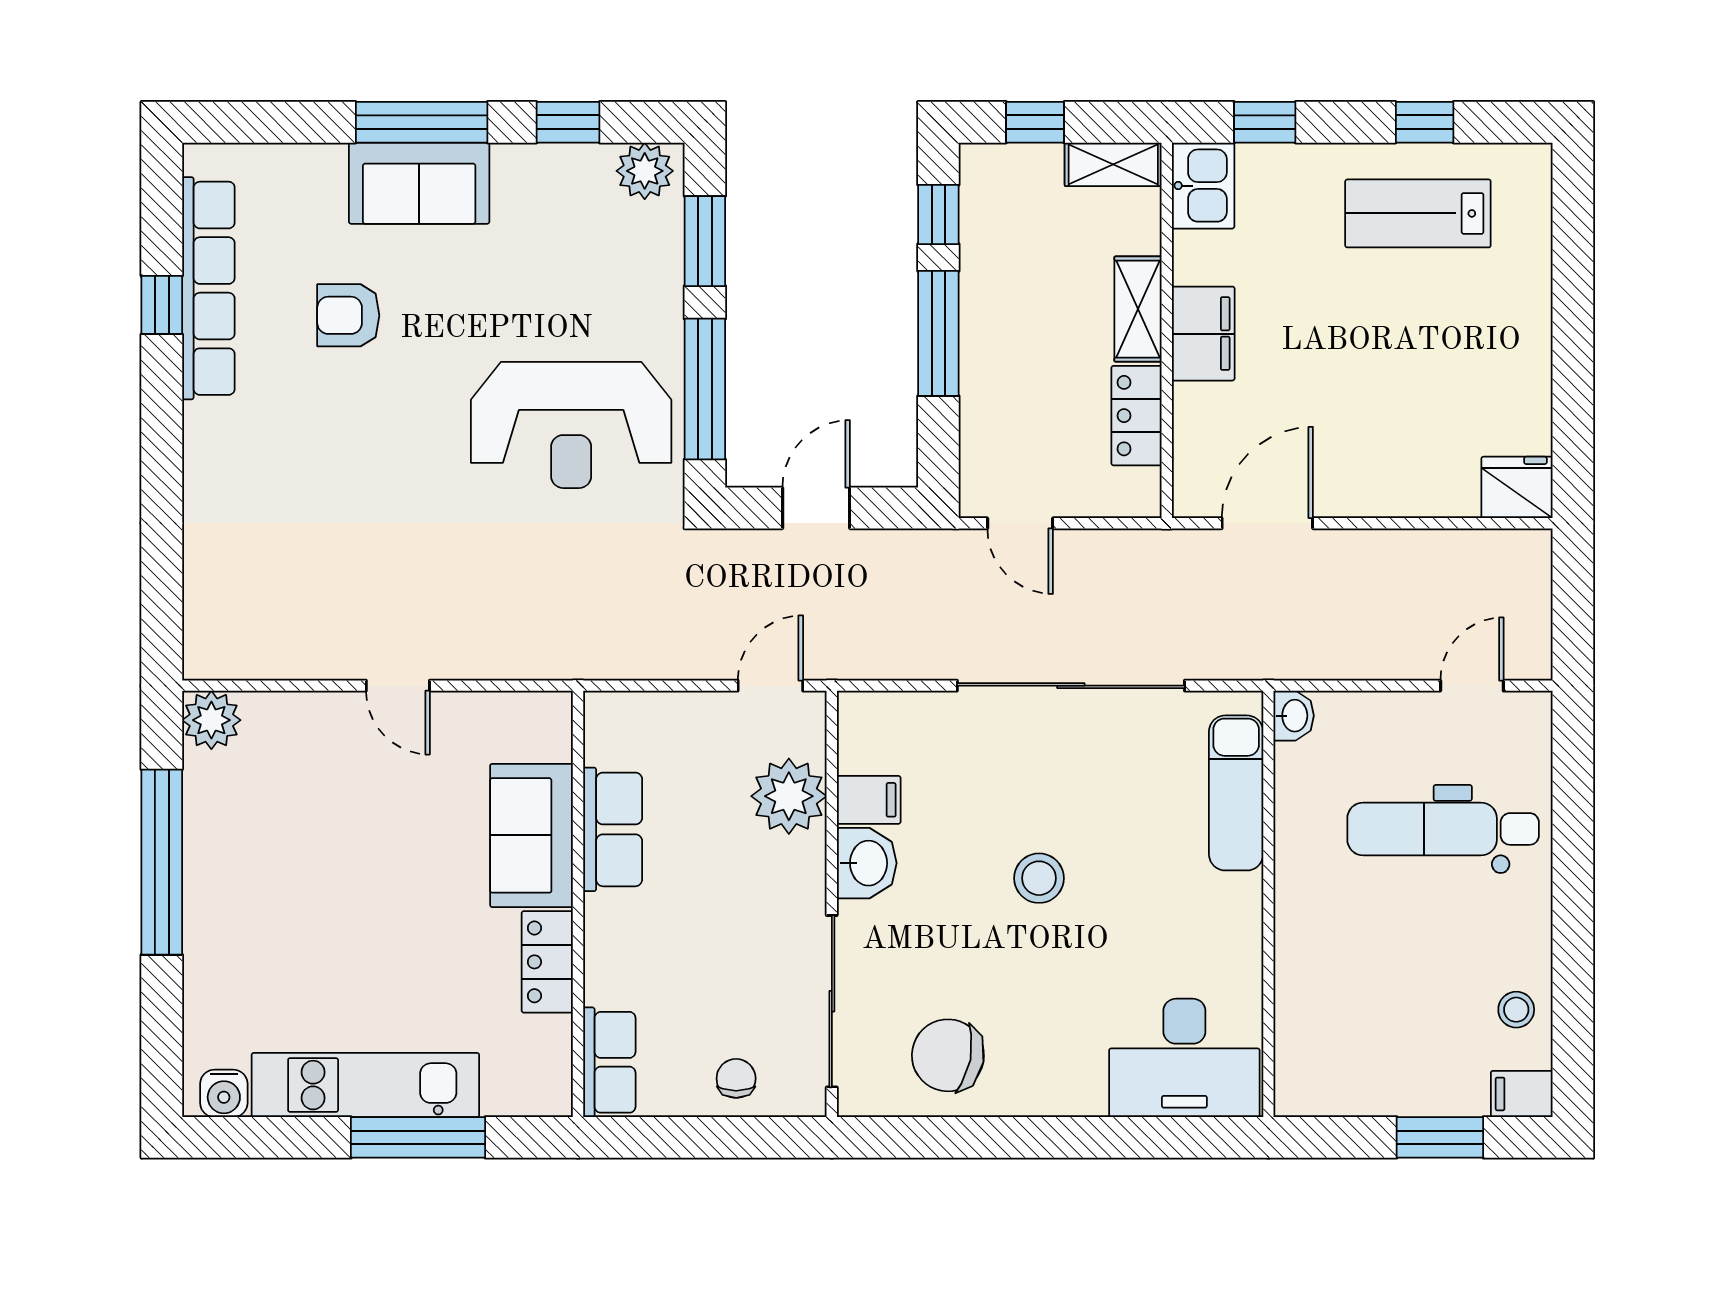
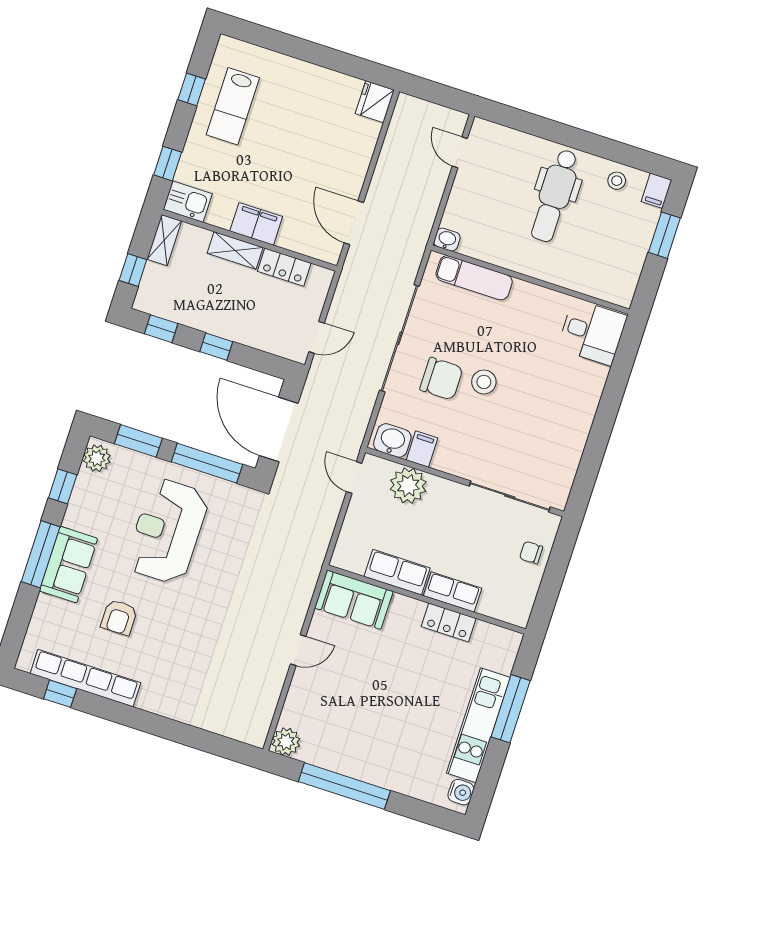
window: (162, 305) -> (60, 694), moved
window: (938, 333) -> (216, 347), width x0.46
reception desk: (571, 425) -> (167, 531), moved, turned 180
door: (816, 508) -> (279, 430), width x1.87
dental chair: (1443, 829) -> (555, 196), moved
sofa: (532, 835) -> (354, 600), moved
washbasin: (867, 863) -> (392, 441), moved
chair: (948, 1055) -> (441, 379), moved, turned -101
desk: (1184, 1058) -> (592, 332), width x0.73
row of seats: (609, 1062) -> (453, 592), moved

